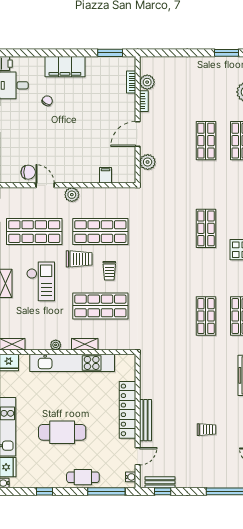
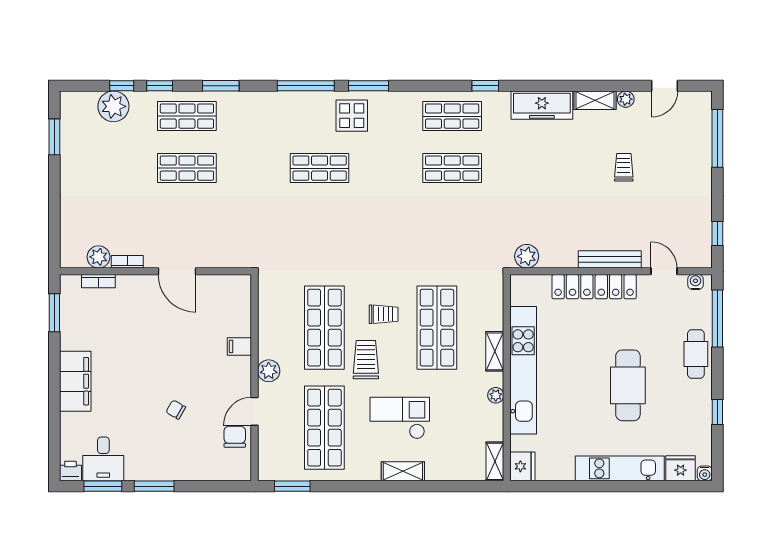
chair: (47, 101) -> (176, 410), moved
plant: (148, 162) -> (527, 256), moved
filing cabinet: (106, 175) -> (239, 346), moved
bench: (160, 482) -> (704, 238), removed

